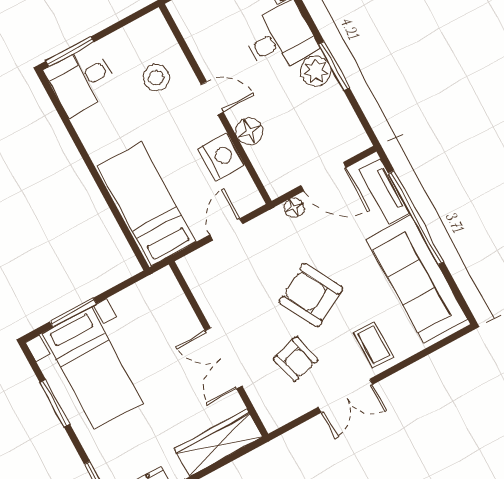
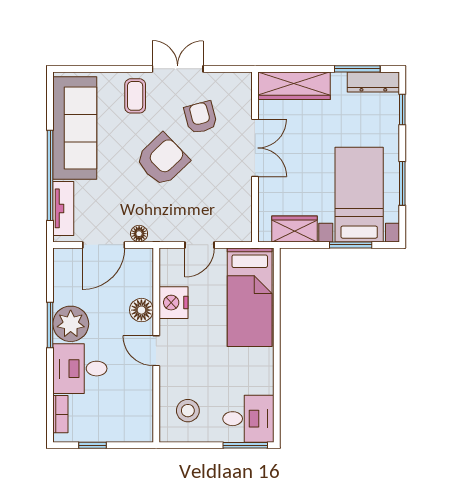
plant: (316, 71) -> (71, 324), width x1.36, depth x1.36
stool: (156, 78) -> (188, 411), moved
door: (324, 177) -> (104, 245), swing flipped
armchair: (311, 295) -> (162, 160), turned -105
wardrobe: (139, 298) -> (294, 229), added

